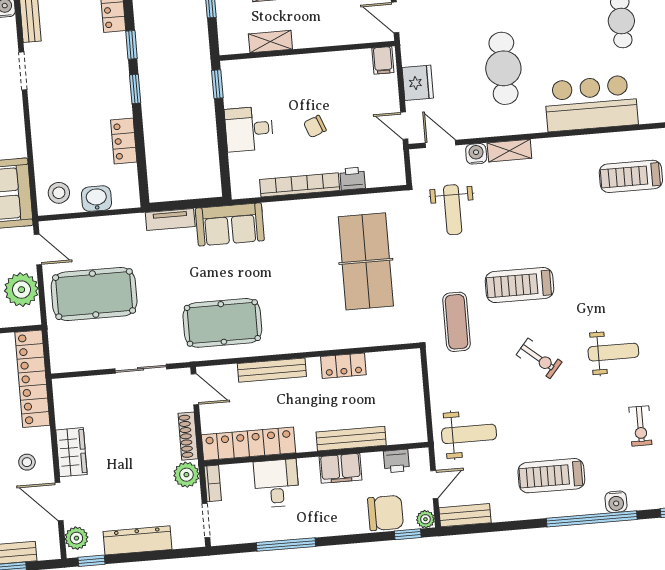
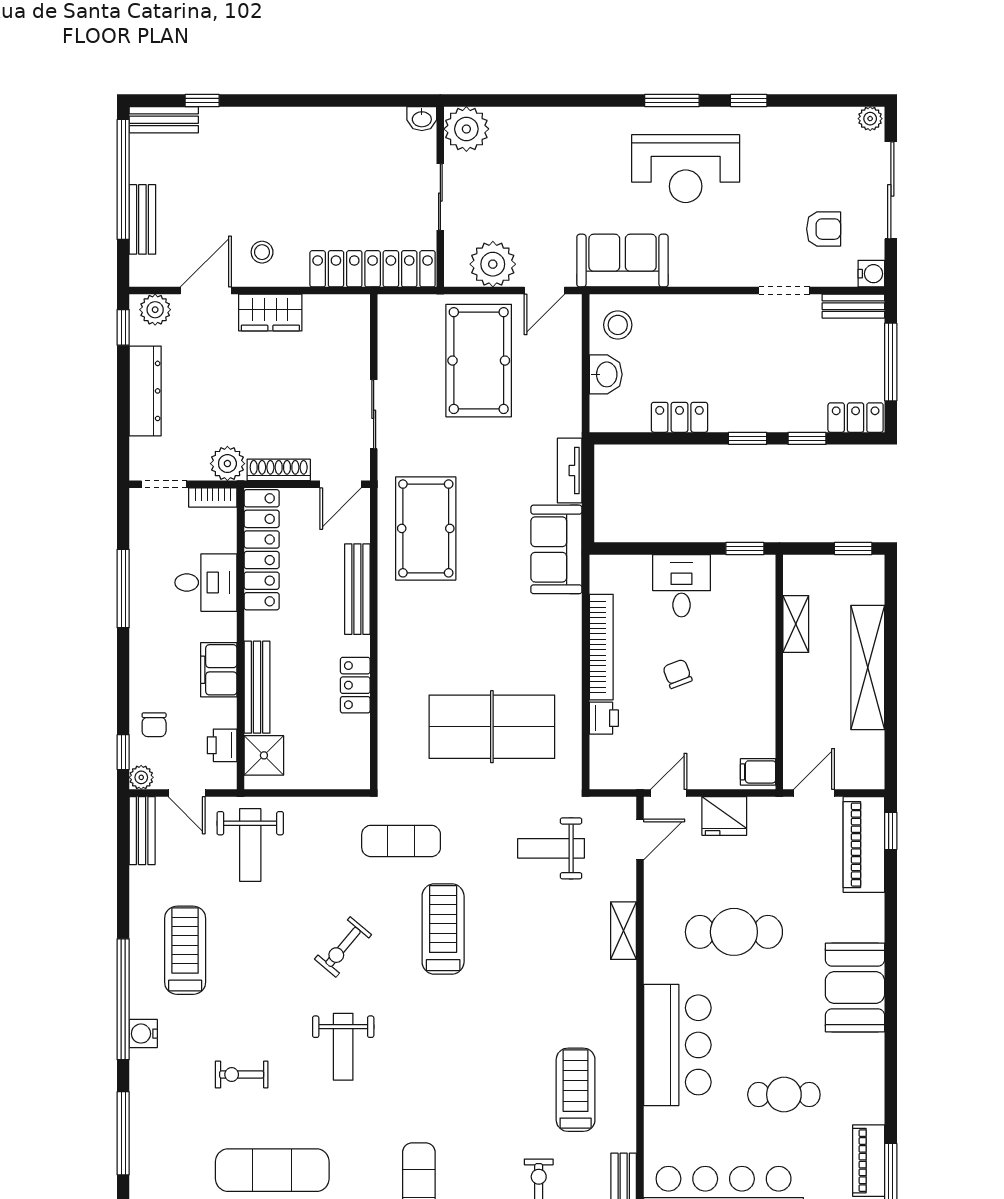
water cooler: (476, 154) -> (623, 886), removed
shower: (401, 429) -> (264, 755), added
chair: (385, 513) -> (154, 725), width x0.54, depth x0.54

